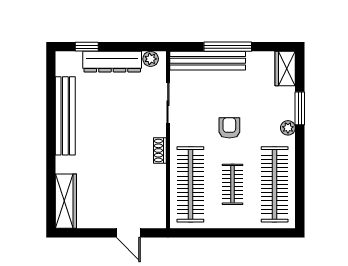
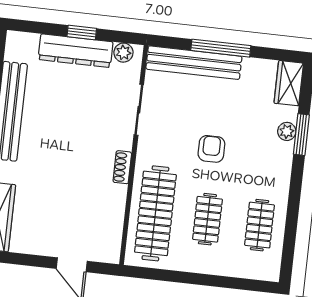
window: (87, 47) -> (82, 32), moved
plant: (288, 128) -> (287, 131), moved
clothes rail: (275, 184) -> (260, 225), width x0.54, depth x0.76

